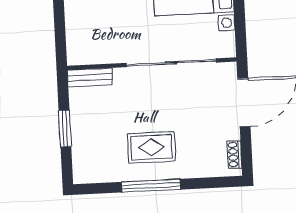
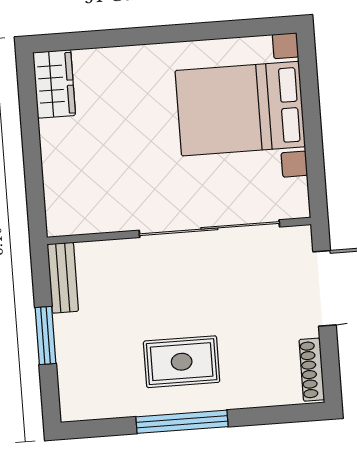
bench: (90, 77) -> (63, 278), moved, turned 90
shoe rack: (235, 154) -> (312, 370), width x1.43

